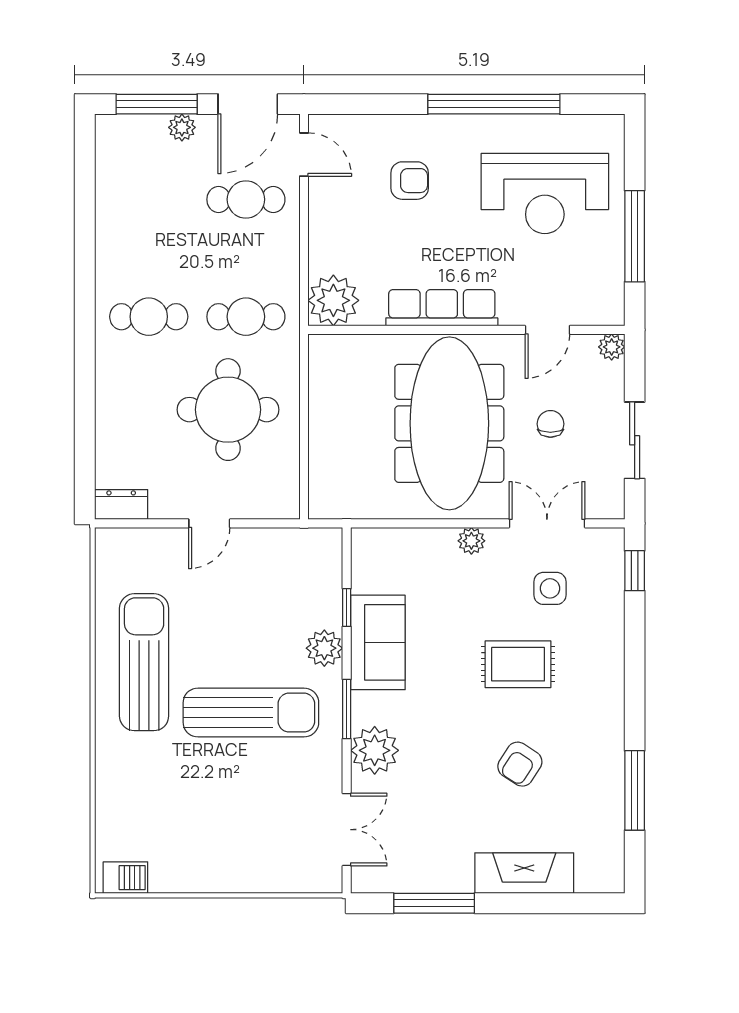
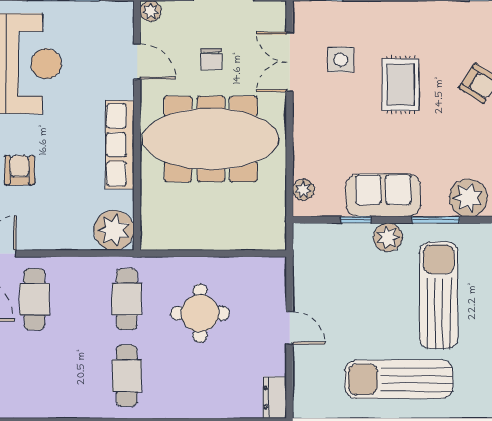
round table: (228, 410) -> (200, 313), width x0.73, depth x0.73
chair: (550, 424) -> (211, 59), turned -90
plant: (471, 541) -> (303, 190), moved

